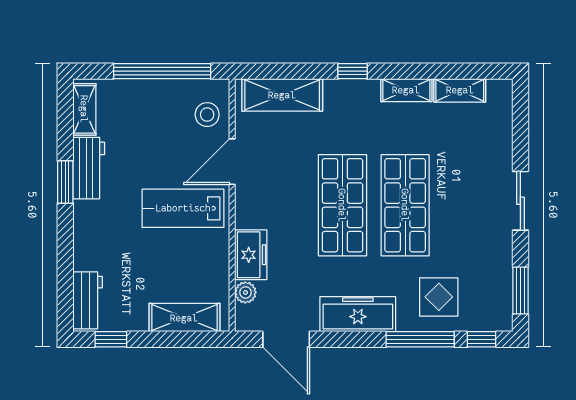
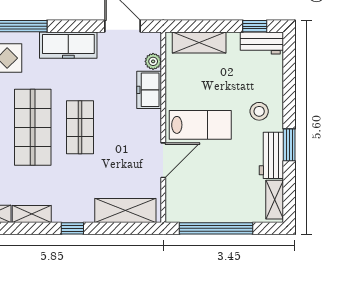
stool: (207, 115) -> (259, 111), moved
shop shelf: (342, 205) -> (80, 127), width x0.70, depth x0.74
workbench: (88, 300) -> (262, 43), moved, turned -90

